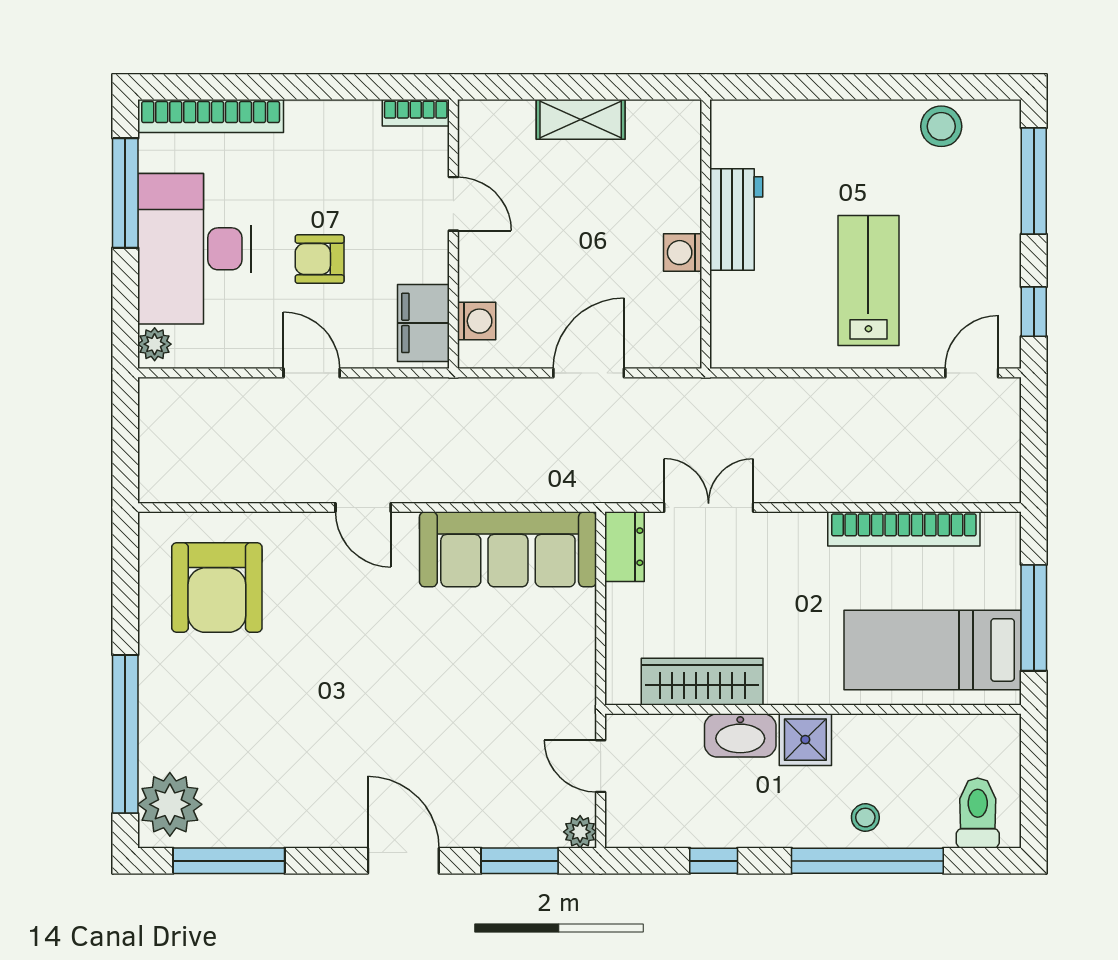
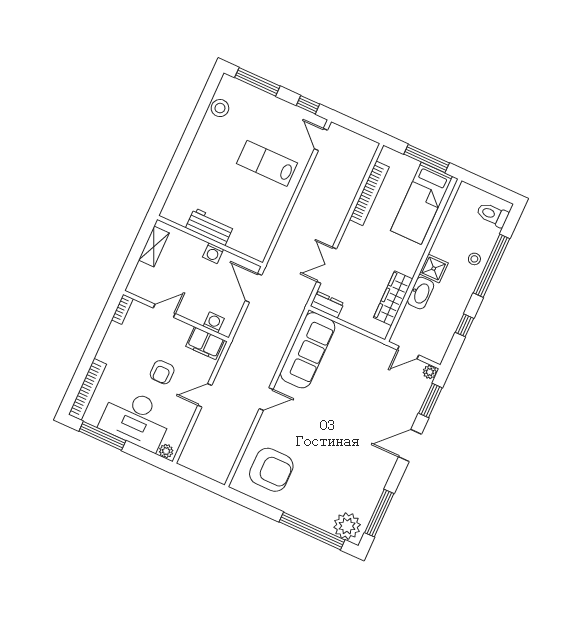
workbench: (736, 219) -> (210, 227), moved
wall: (706, 234) -> (210, 241), moved
washing machine: (683, 253) -> (213, 253), moved

